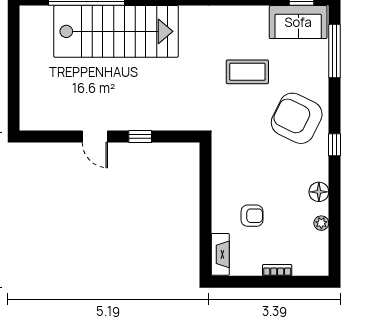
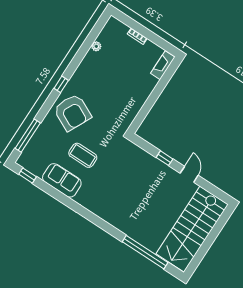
sofa: (298, 22) -> (62, 180), moved
stairs: (116, 31) -> (192, 229), moved, turned -90
floor lamp: (319, 192) -> (87, 64), removed
armchair: (252, 216) -> (132, 75), removed

